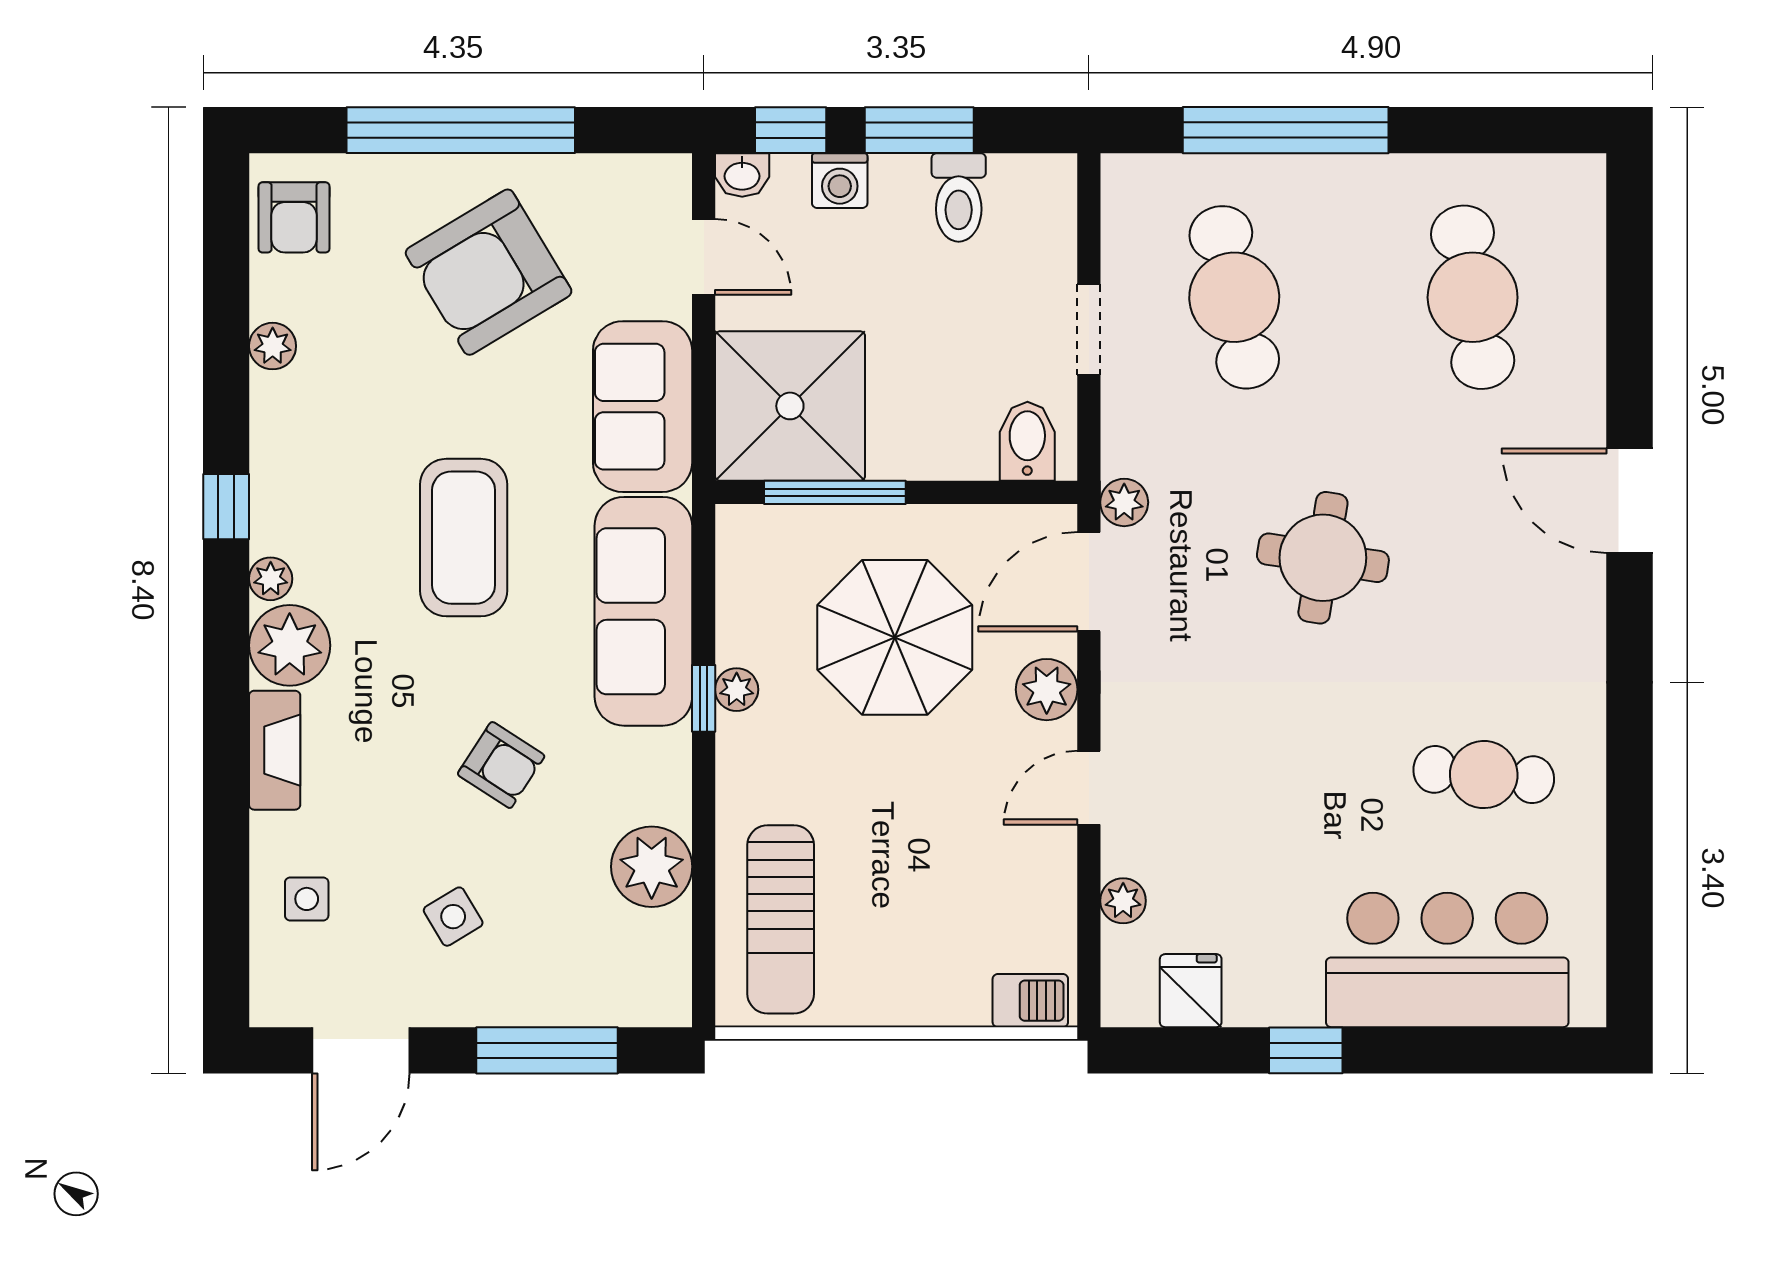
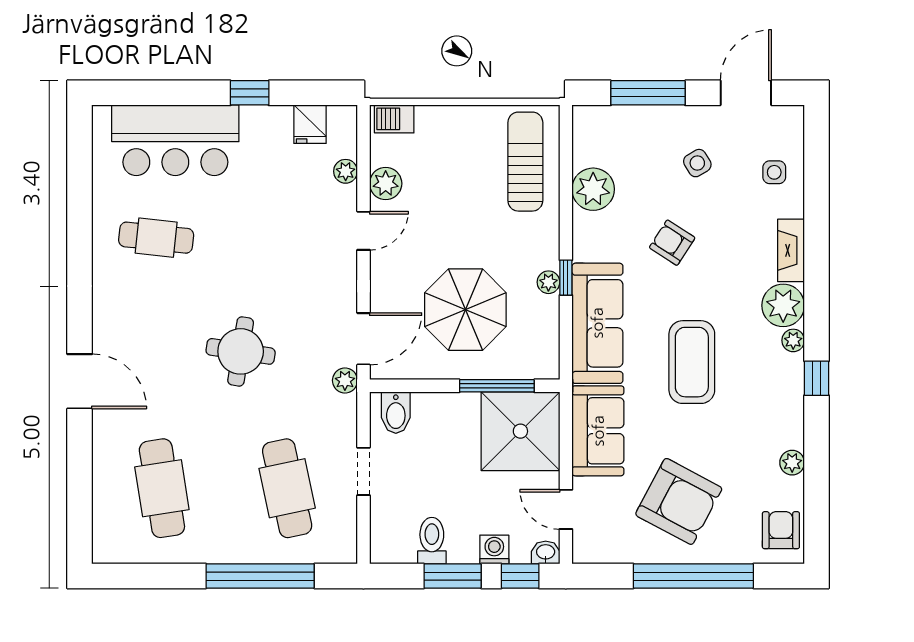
armchair: (489, 272) -> (679, 501), turned 59
plant: (1047, 690) -> (386, 184), moved

